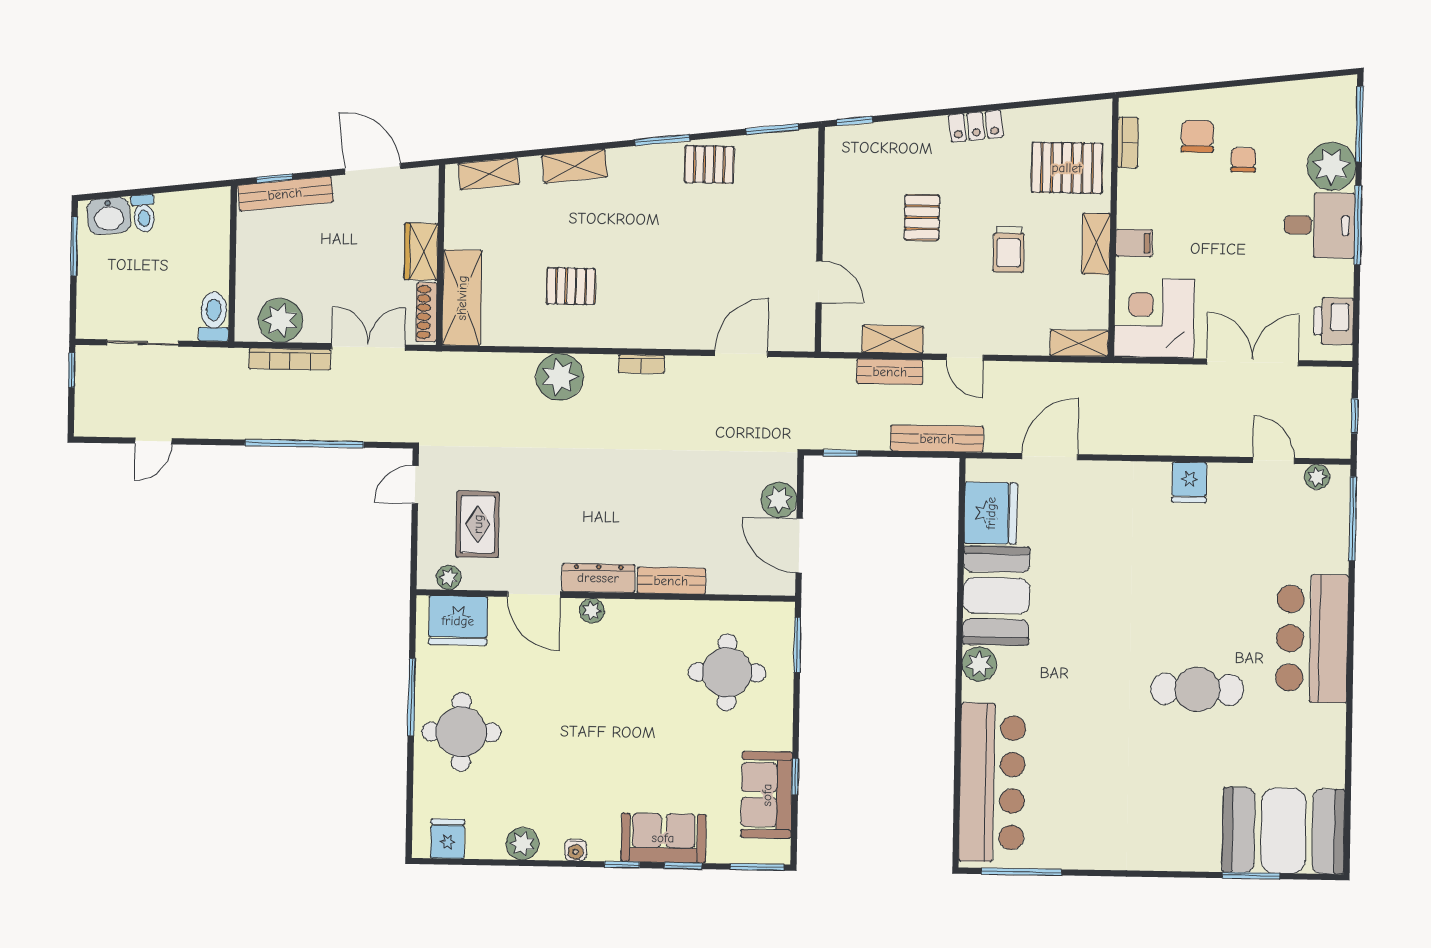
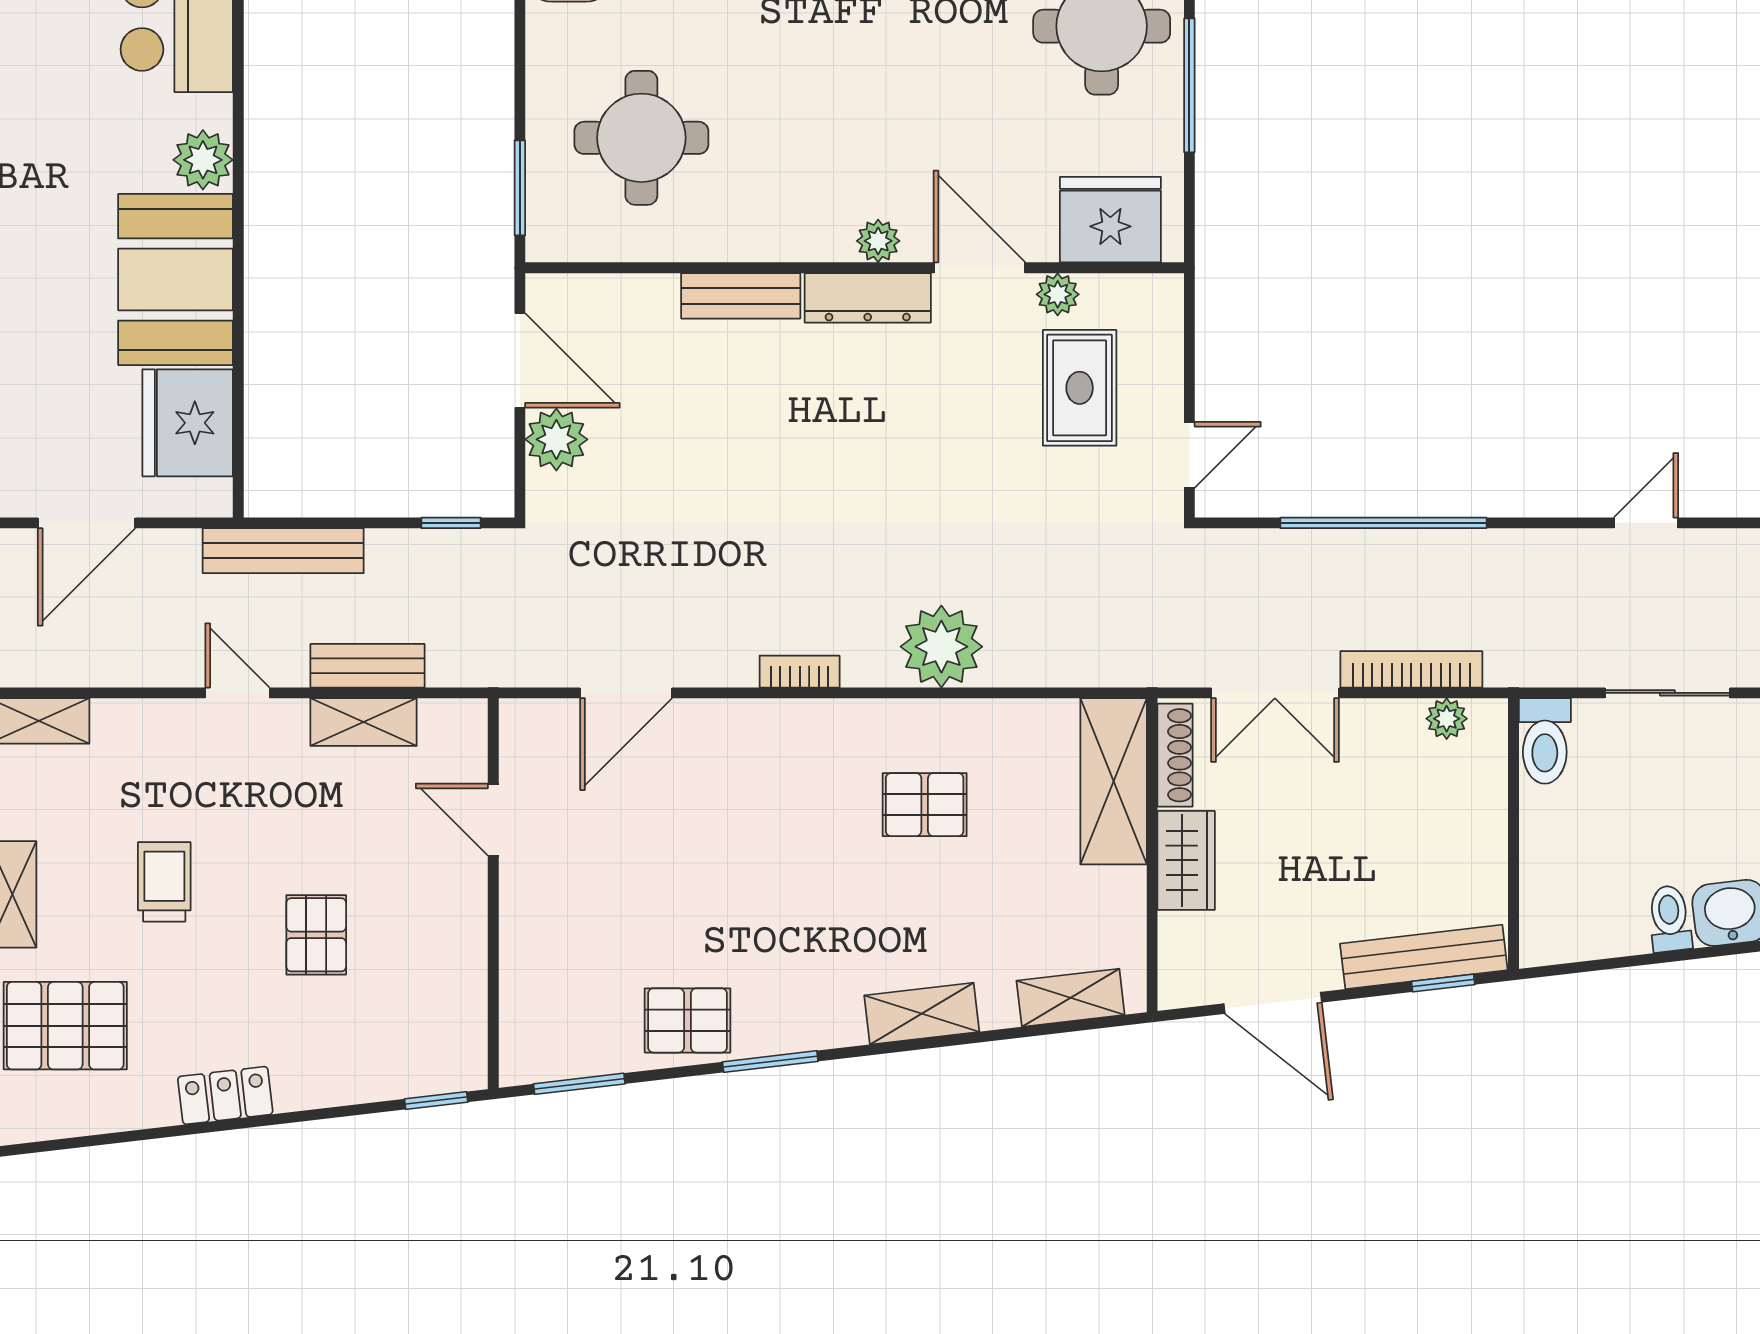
plant: (280, 320) -> (1447, 719), width x0.53, depth x0.53
plant: (449, 578) -> (1058, 294), moved

